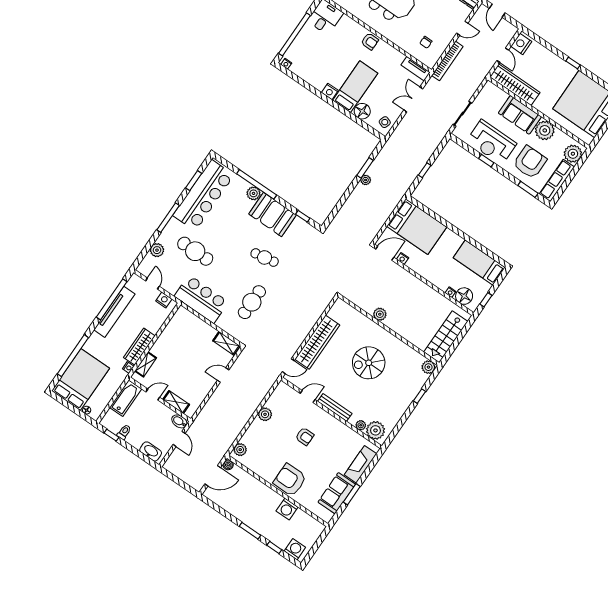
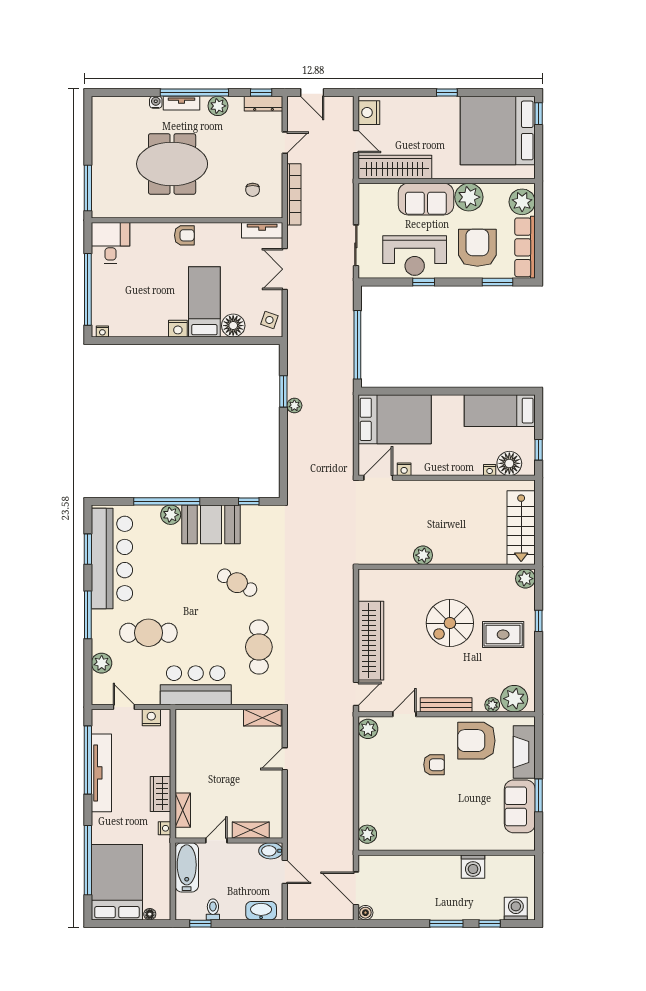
window: (425, 170) -> (357, 345), width x3.17
cafe table: (265, 257) -> (237, 583), turned 38
wardrobe: (139, 347) -> (161, 794), width x0.67
rug: (394, 390) -> (503, 635), added
plant: (265, 414) -> (368, 729), moved
boiler: (228, 465) -> (365, 913), moved
door: (213, 476) -> (356, 888), swing flipped
armchair: (290, 480) -> (476, 741), moved

